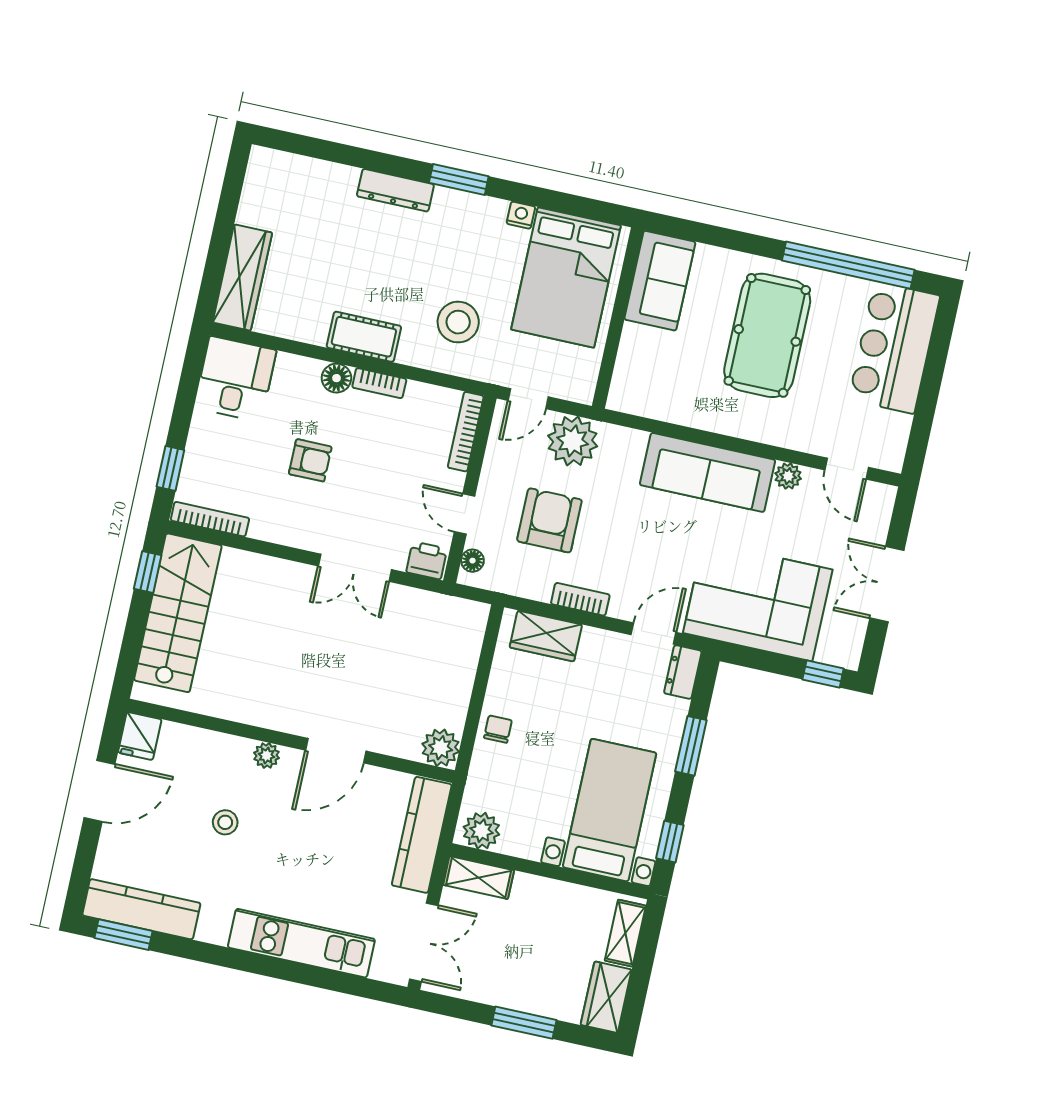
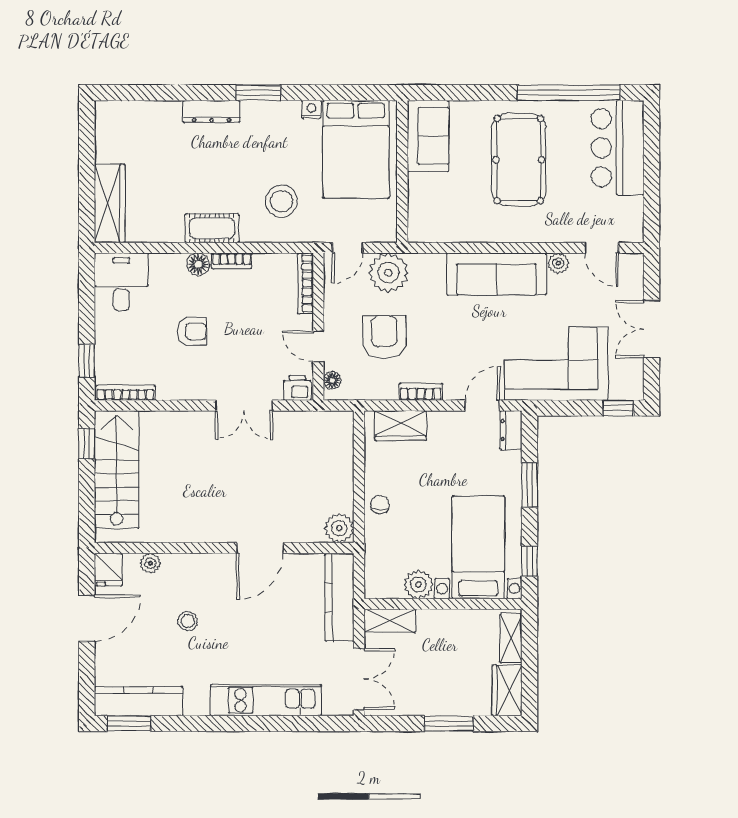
plant: (267, 755) -> (150, 563), moved
plant: (481, 831) -> (418, 585), moved

